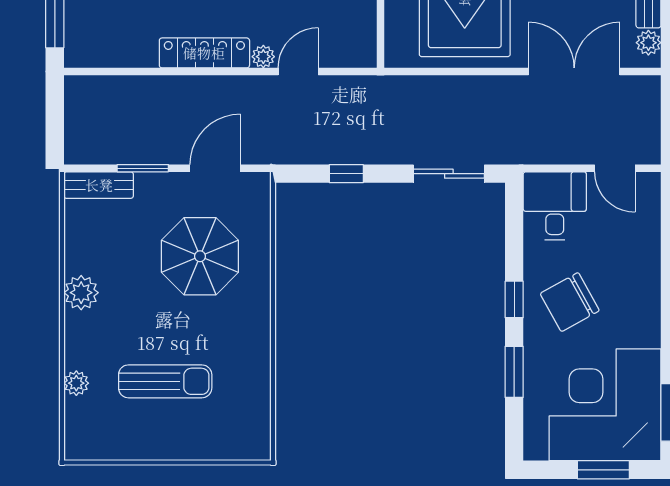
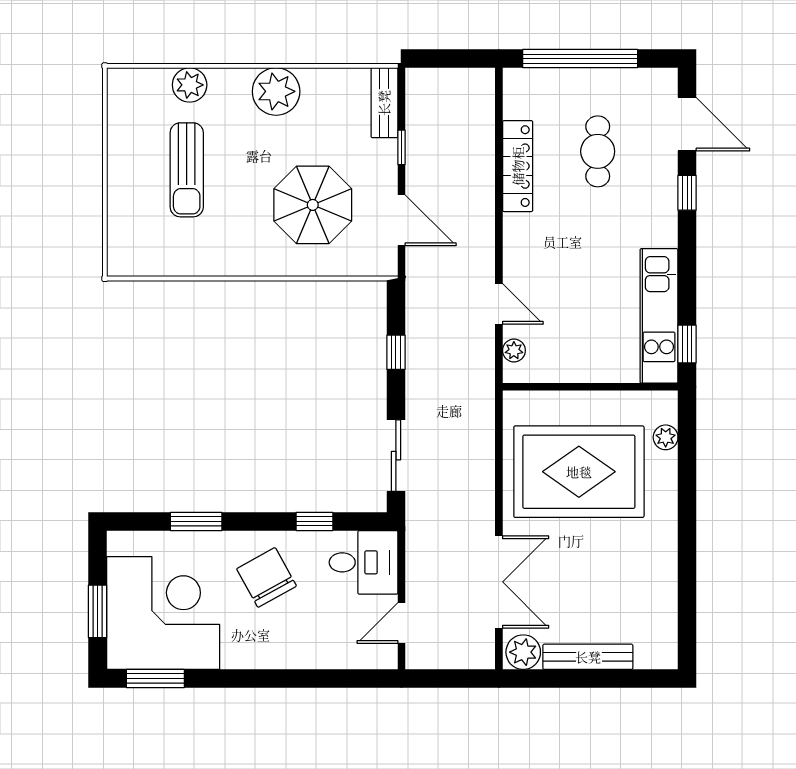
plant: (648, 43) -> (523, 652), width x1.38, depth x1.38
locker: (204, 53) -> (518, 166), moved
plant: (263, 57) -> (514, 350), moved
window: (143, 168) -> (401, 147), width x0.67
plant: (81, 293) -> (276, 91), width x1.36, depth x1.36
window: (514, 299) -> (314, 521), moved
plant: (76, 383) -> (190, 85), width x1.38, depth x1.38

